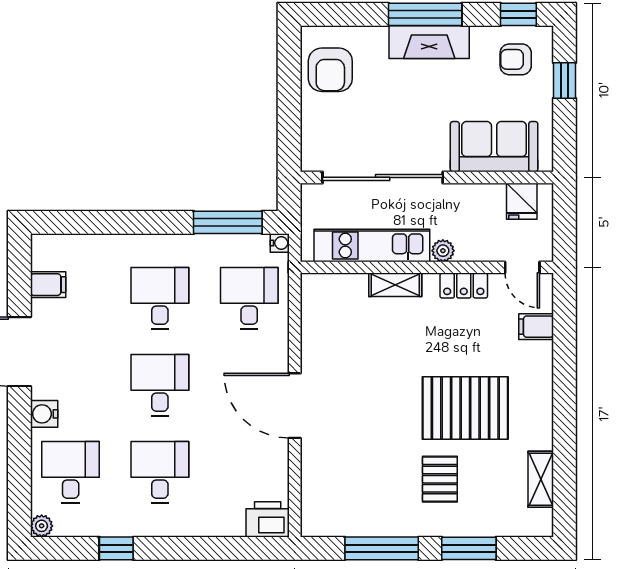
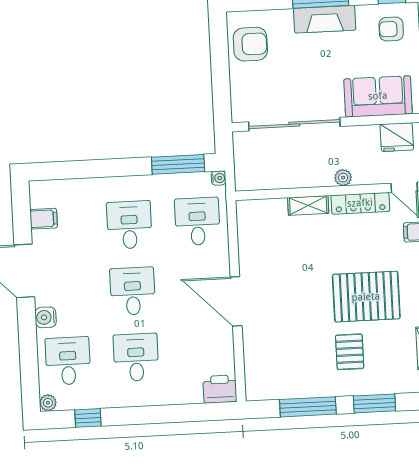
armchair: (330, 70) -> (250, 44), turned -90
fridge: (522, 201) -> (397, 137), width x1.38
kitchen unit: (372, 245) -> (289, 176), removed
locker: (464, 286) -> (360, 203), width x1.53
window: (116, 548) -> (88, 418), moved

